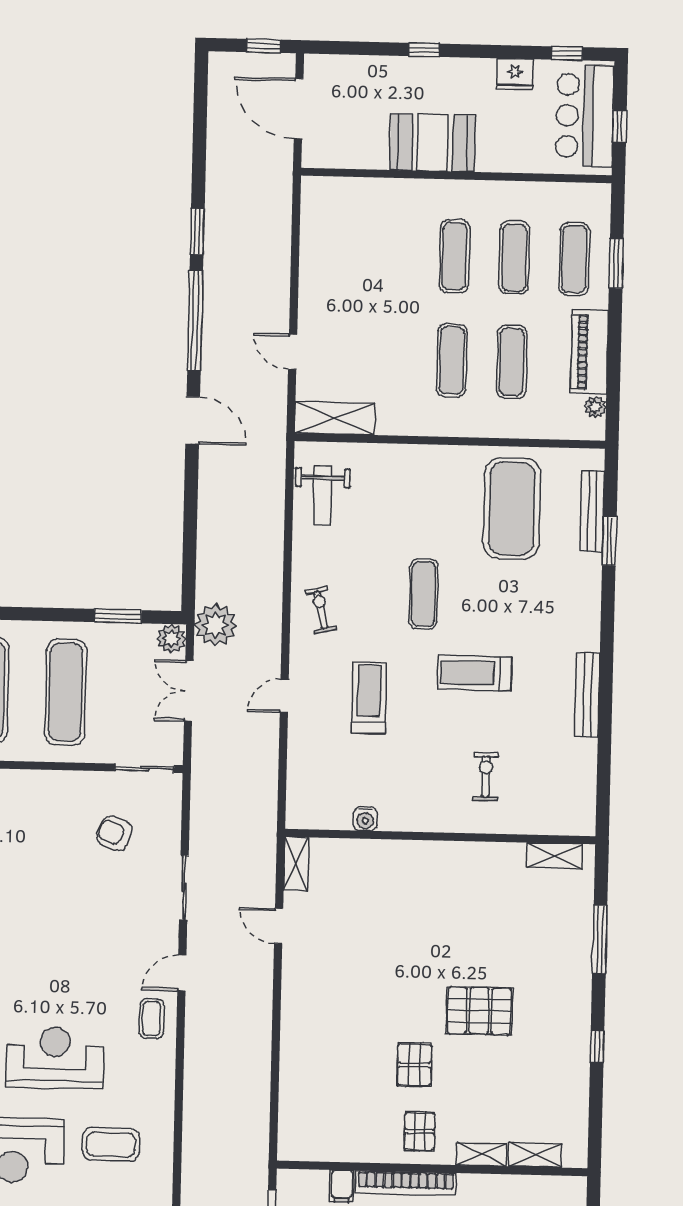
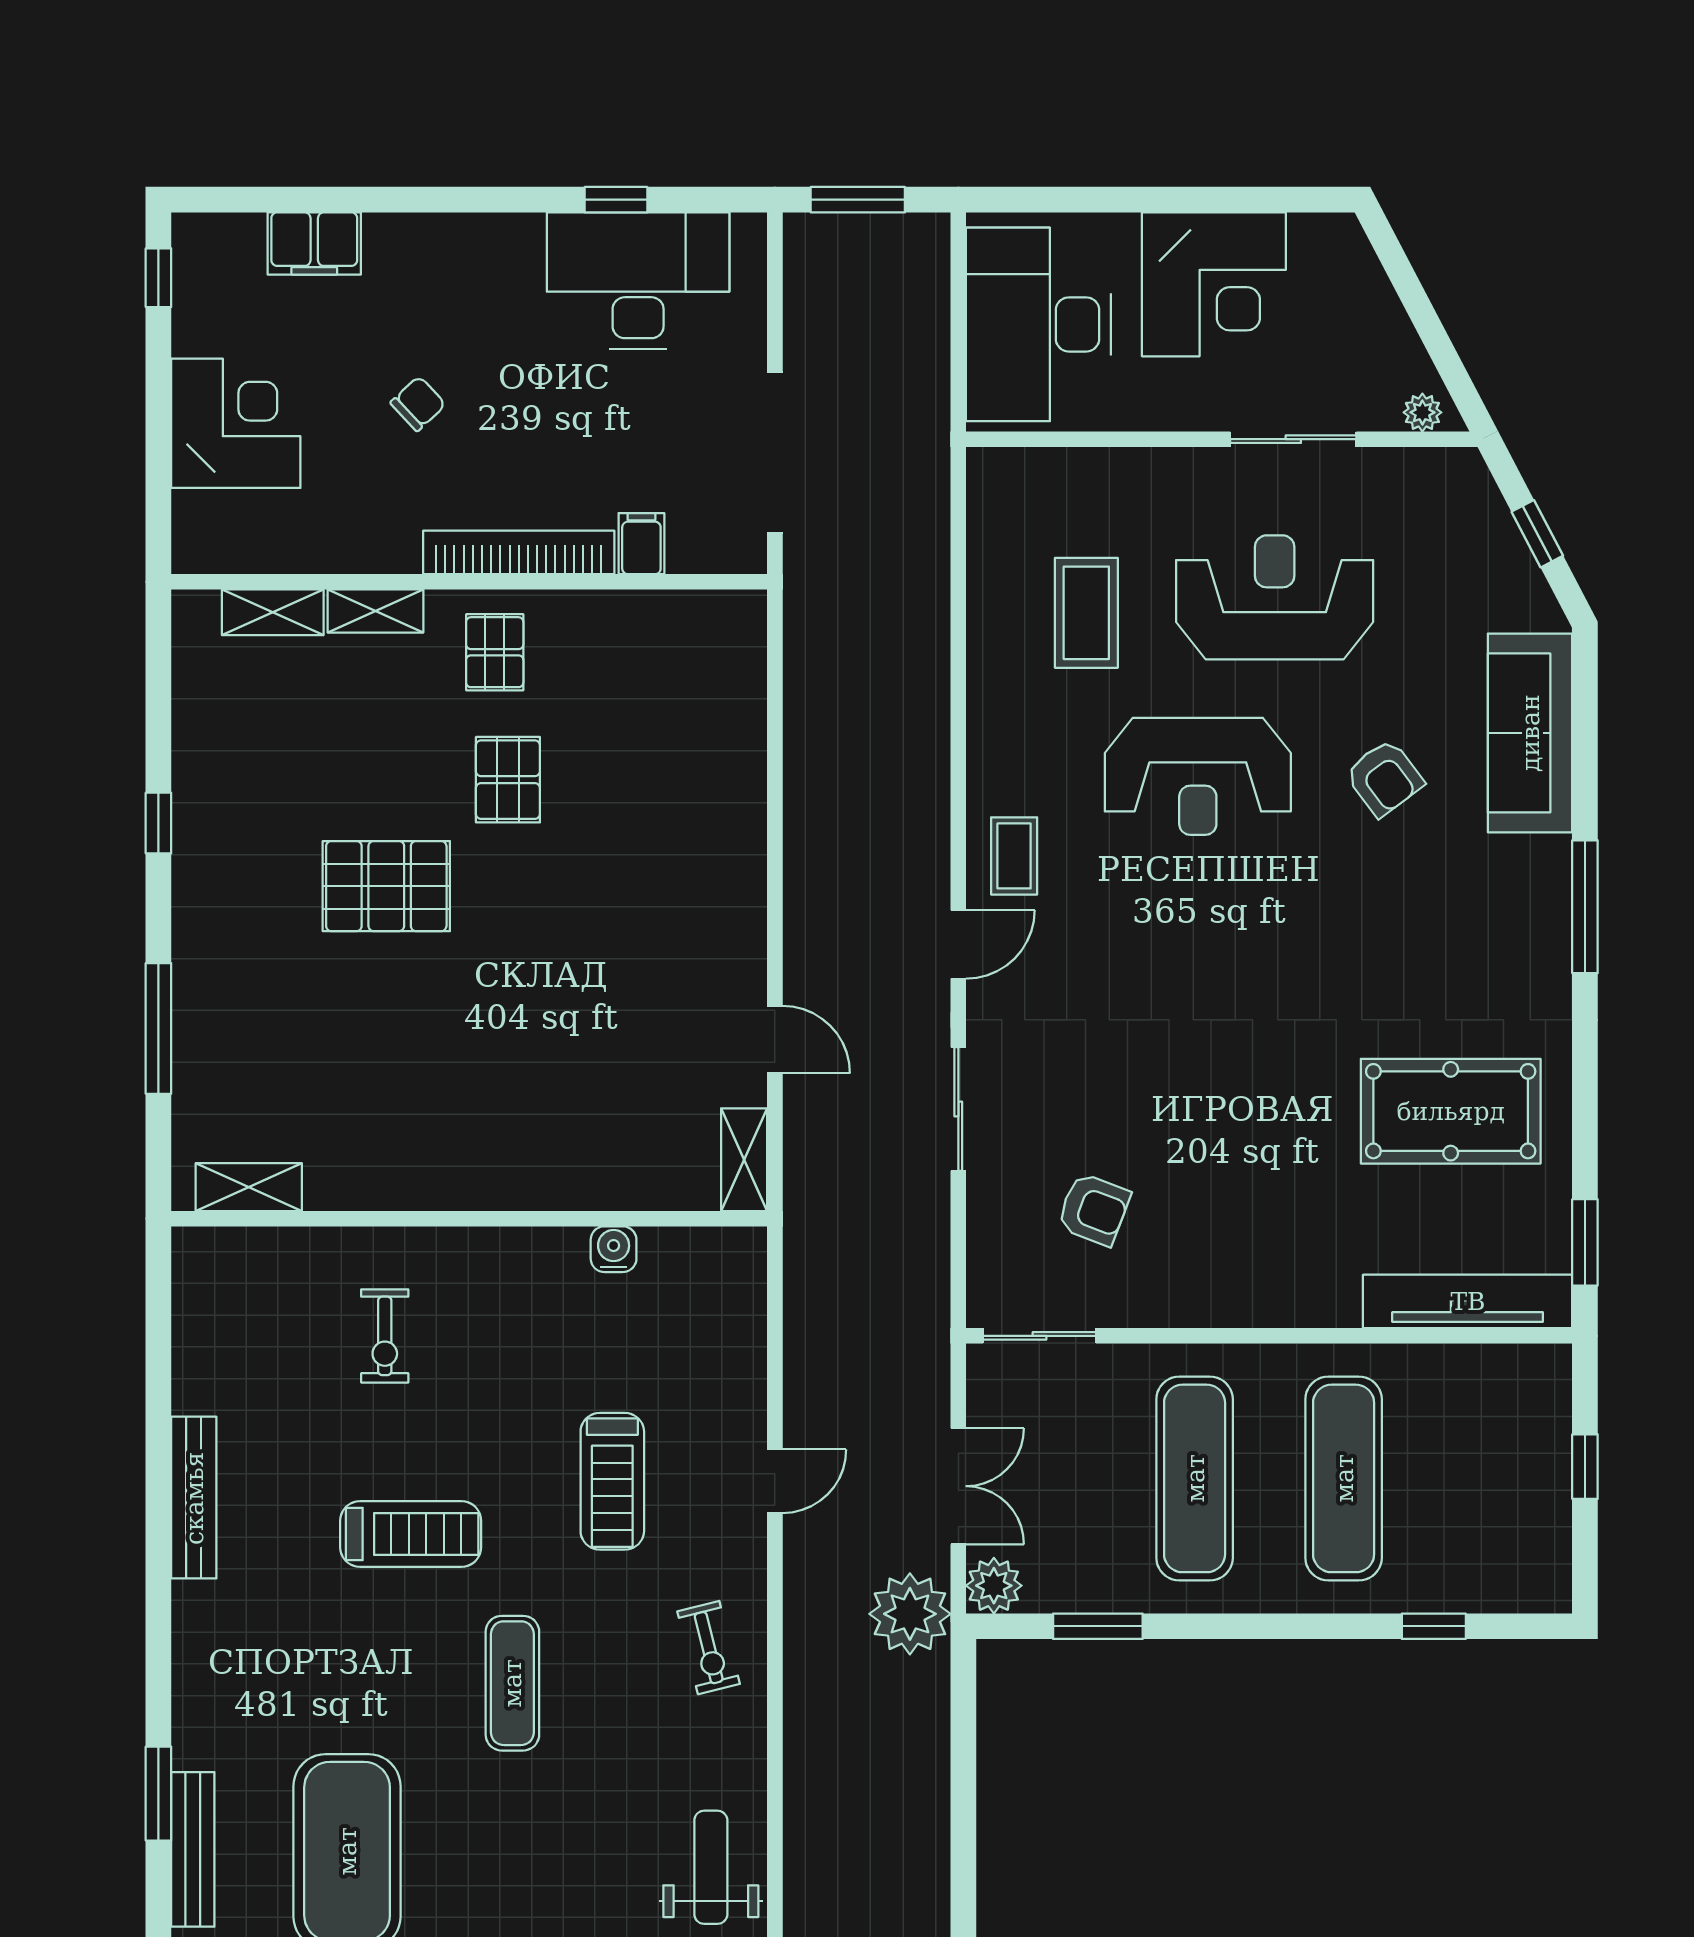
coffee table: (111, 1144) -> (1086, 613), turned 90

